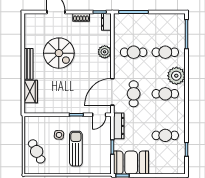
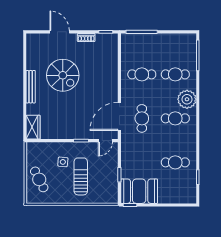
dresser: (106, 22) -> (113, 42), removed
plant: (105, 52) -> (111, 74), removed
wardrobe: (31, 92) -> (33, 127), moved
dresser: (119, 126) -> (126, 152), removed

